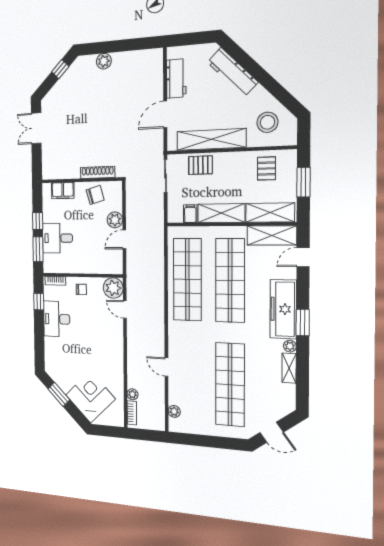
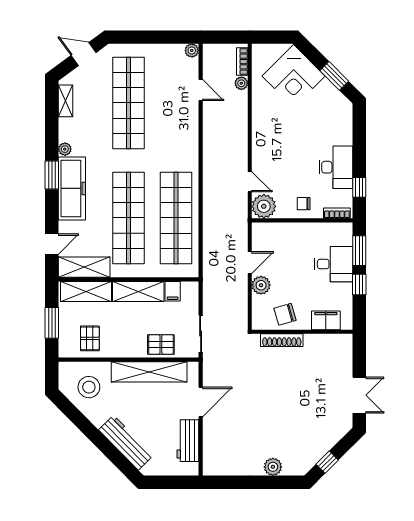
door: (166, 367) -> (201, 90), moved
shelving: (289, 368) -> (66, 101), moved
plant: (174, 411) -> (192, 50), moved

